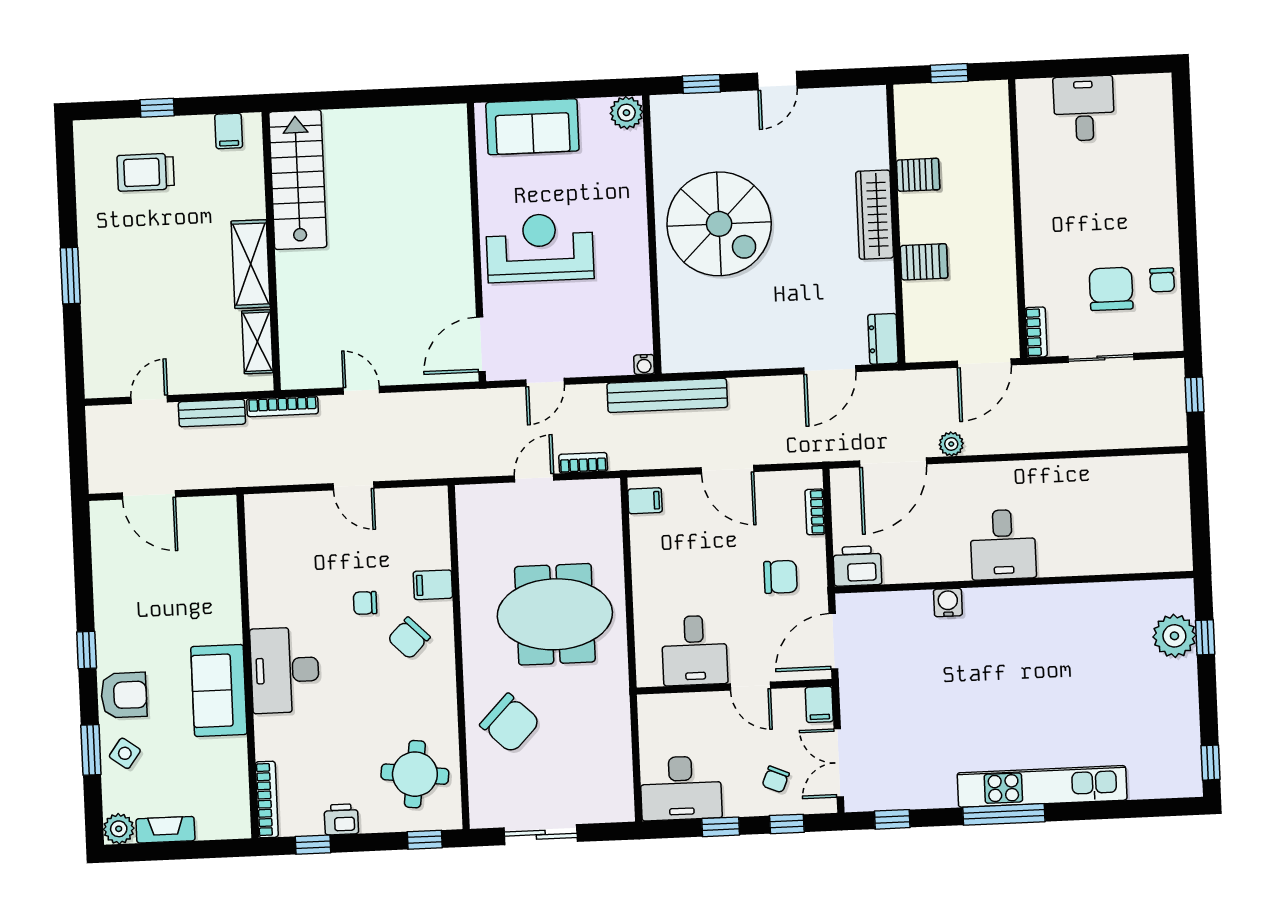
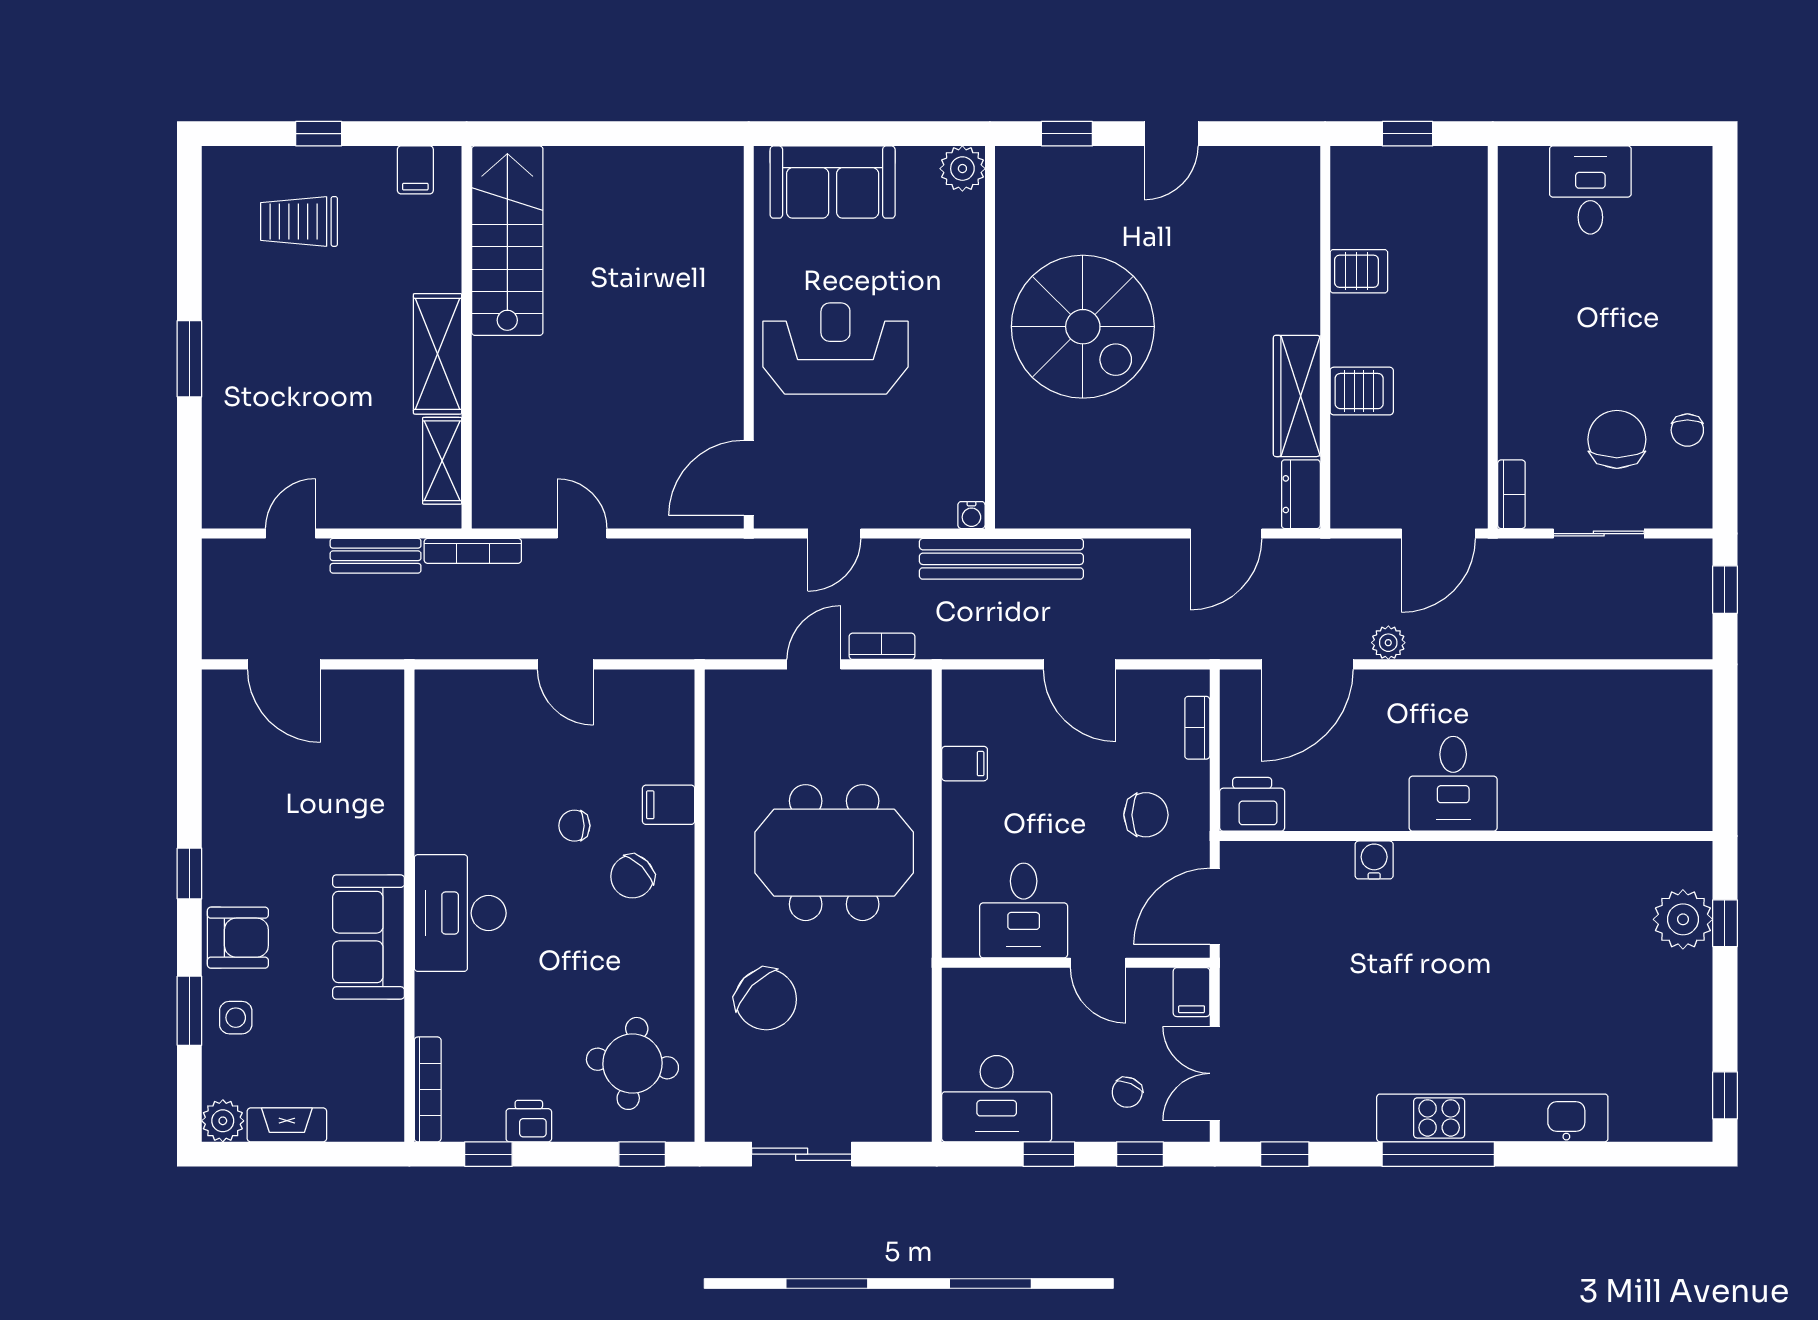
wardrobe: (875, 215) -> (1297, 396), moved
filing cabinet: (645, 501) -> (965, 764), moved
side table: (125, 753) -> (236, 1018), turned -36

